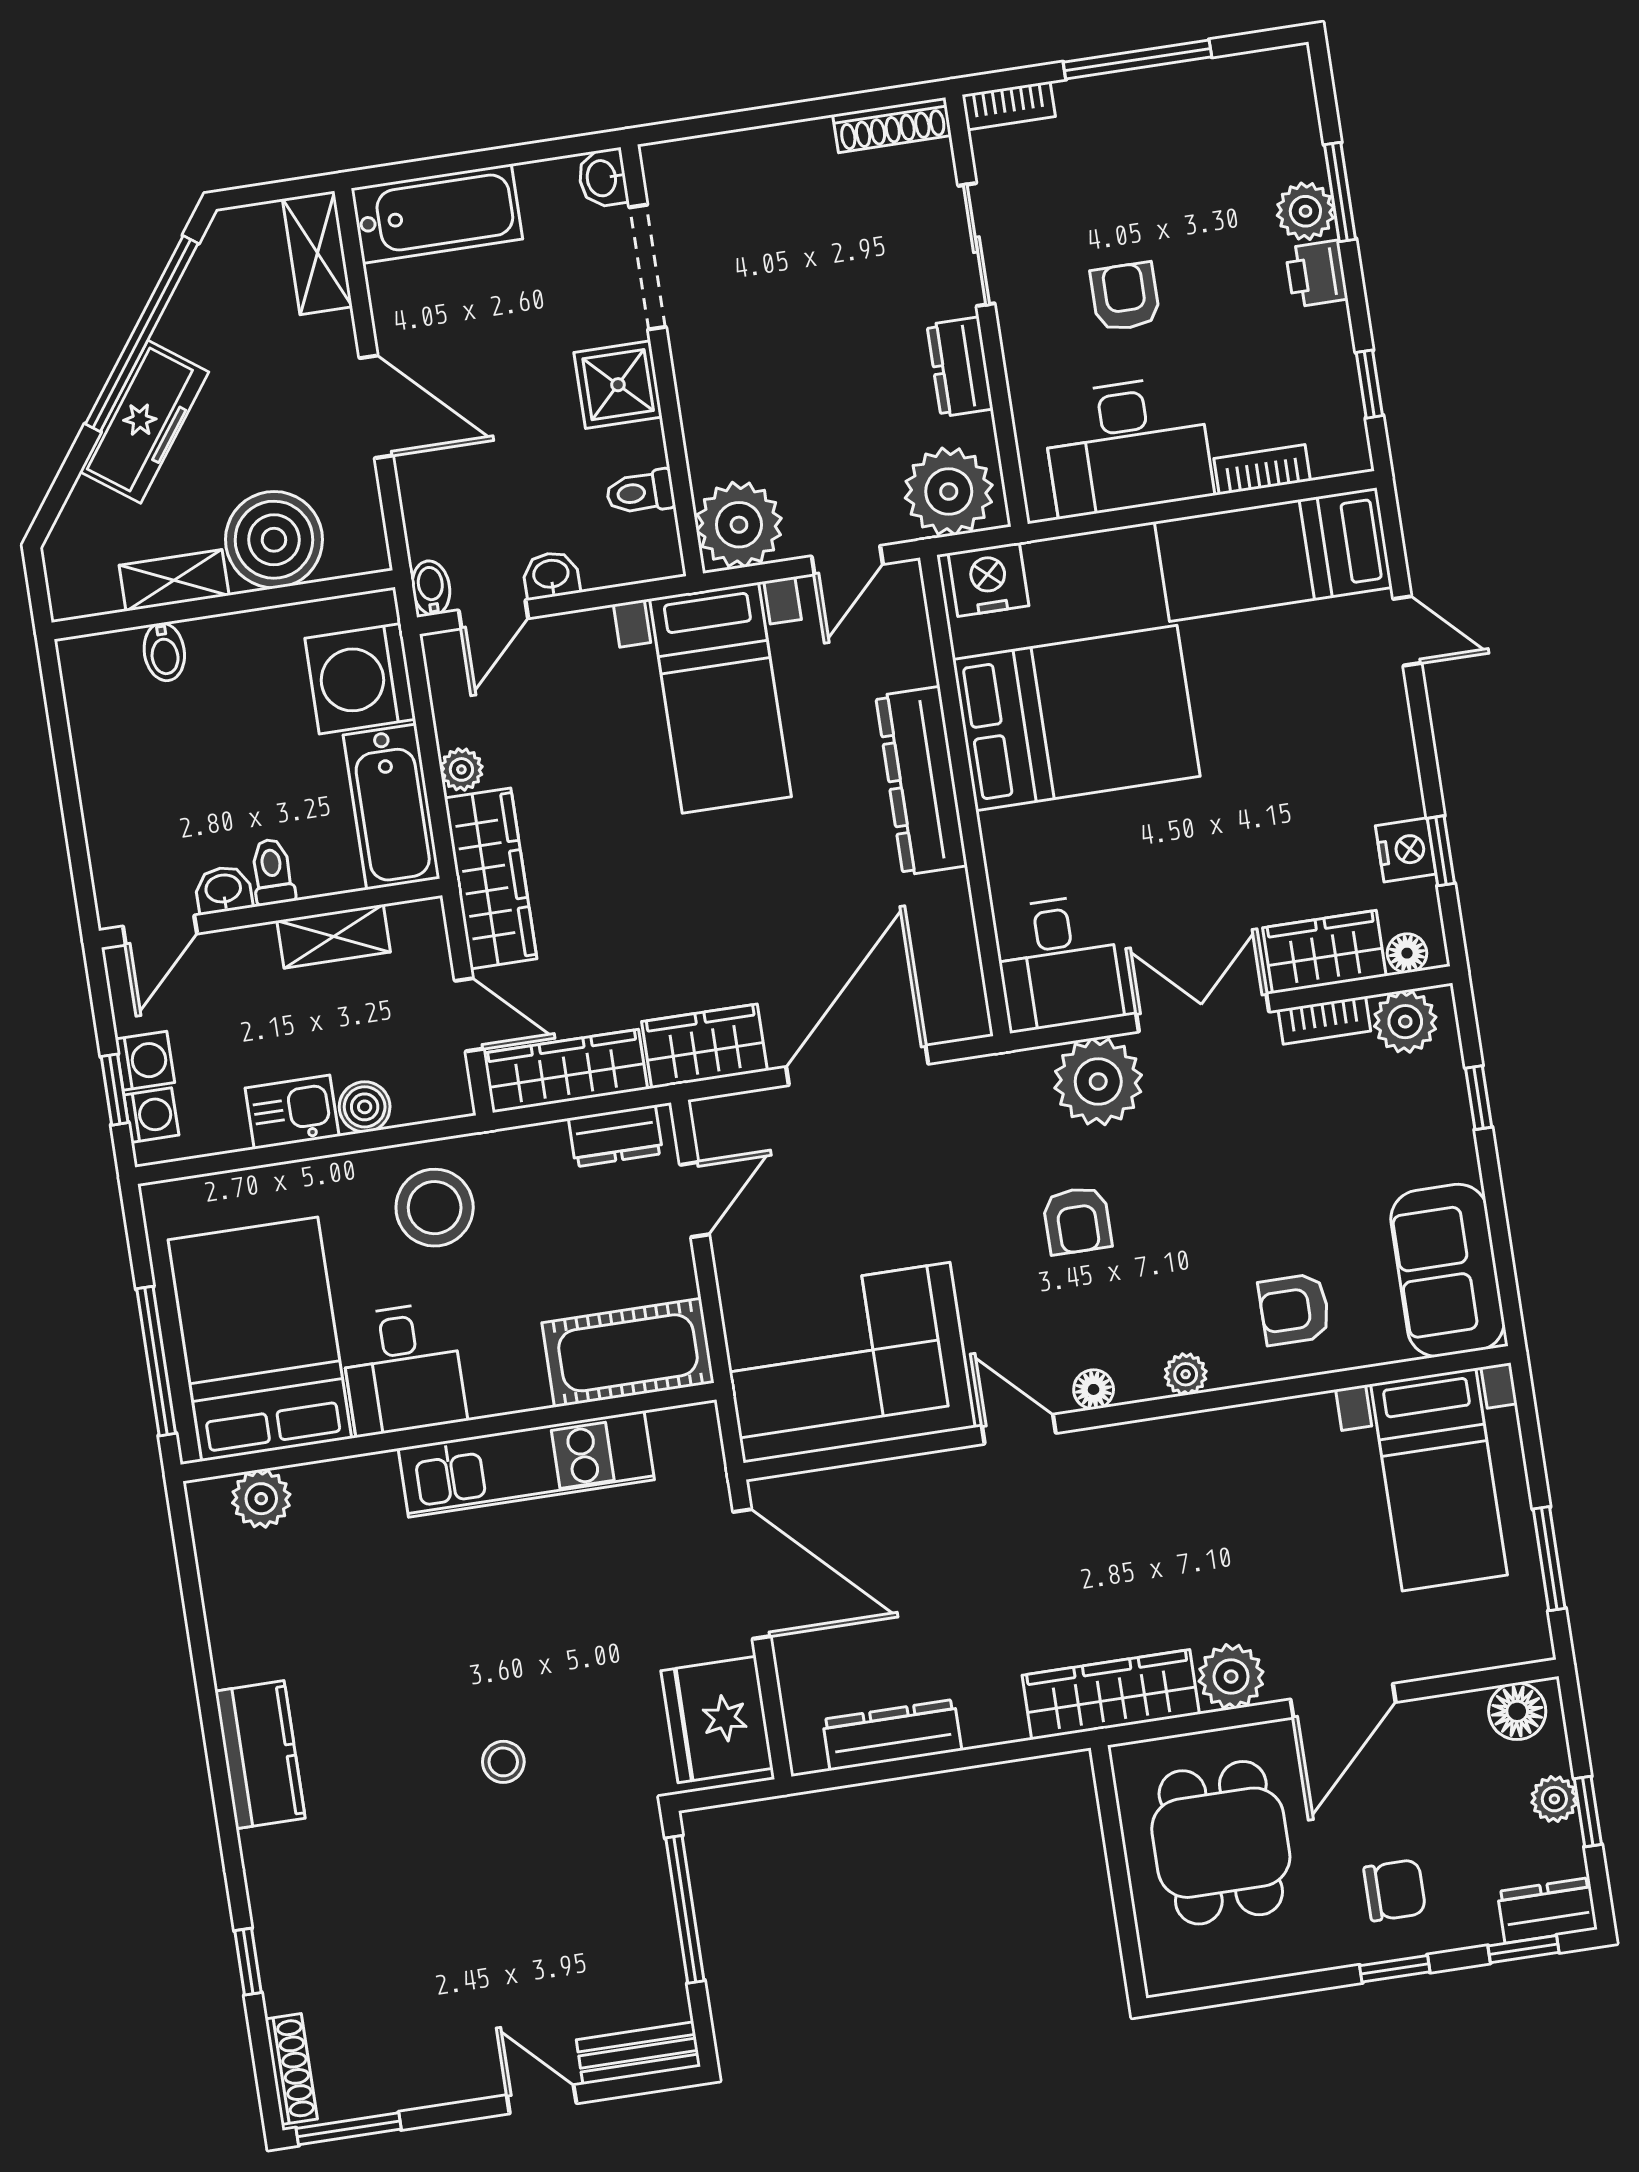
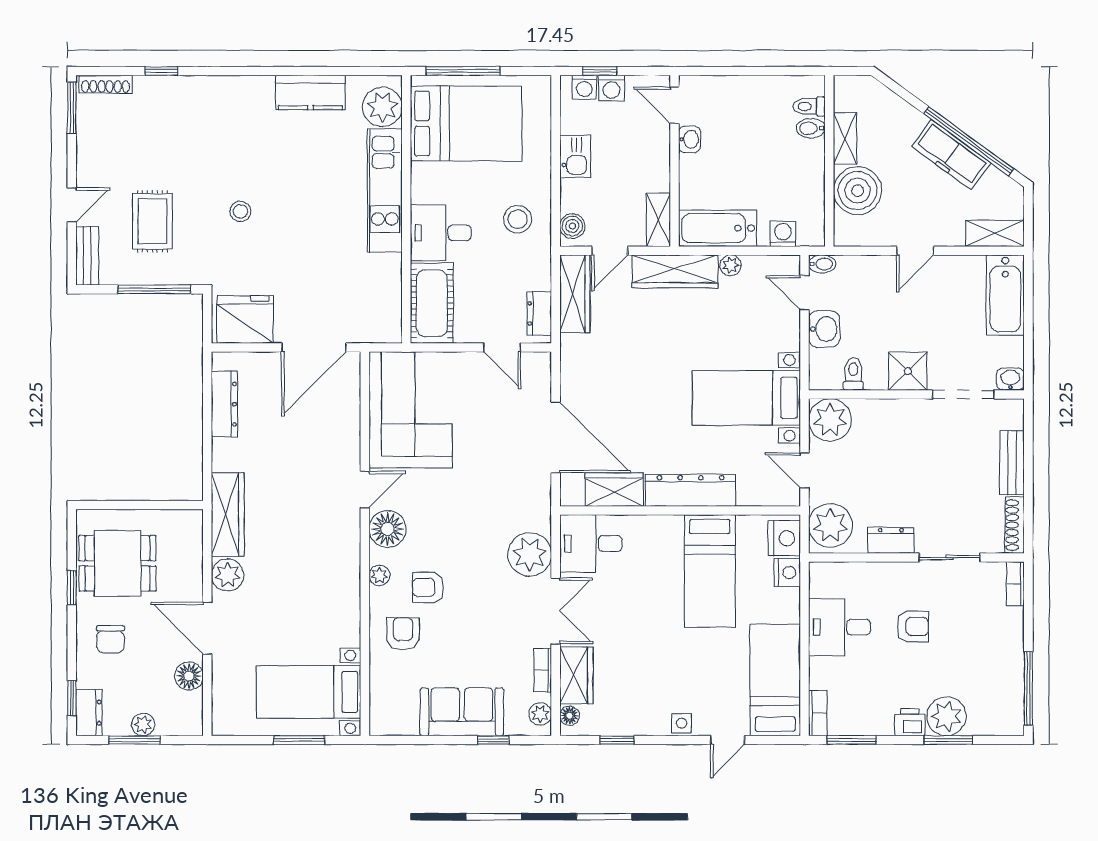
window: (1137, 60) -> (1028, 688), moved
bench: (768, 149) -> (1012, 463), added
plant: (1305, 211) -> (946, 716), width x1.36, depth x1.36
window: (1369, 384) -> (852, 740), width x1.50
door: (376, 407) -> (915, 251), width x0.73
freezer: (144, 422) -> (951, 155), moved
desk: (1127, 446) -> (839, 627), width x0.73
bookcase: (1262, 470) -> (818, 713), moved
washbasin: (551, 575) -> (824, 329), width x1.38, depth x1.45
washing machine: (360, 679) -> (783, 234), width x0.53, depth x0.53
bed: (1076, 718) -> (710, 571), width x0.67
side table: (1388, 728) -> (682, 723), added
nightstand: (1406, 850) -> (787, 573), moved, turned -90
toilet: (272, 872) -> (809, 106), moved, turned 180
shelving: (334, 936) -> (658, 220), moved
plant: (1405, 1022) -> (540, 714), width x0.73, depth x0.73
wardrobe: (704, 1046) -> (614, 490), moved, turned -90
boiler: (365, 1107) -> (572, 226), moved
stool: (435, 1208) -> (518, 219), width x0.73, depth x0.73
armchair: (1077, 1220) -> (428, 587), moved
sofa: (1448, 1270) -> (462, 712), moved
desk: (403, 1369) -> (441, 233), moved
floor lamp: (1094, 1389) -> (388, 529), width x1.89, depth x1.89
kitchen unit: (526, 1464) -> (385, 191), moved
plant: (261, 1499) -> (382, 107), width x1.36, depth x1.36
window: (1549, 1559) -> (299, 740), moved
floor lamp: (1517, 1711) -> (189, 676), moved
kitchen counter: (260, 1755) -> (310, 92), moved
window: (1588, 1811) -> (135, 740), width x1.50
dining table: (1221, 1843) -> (118, 563), moved
rug: (550, 1934) -> (152, 221), added
window: (1395, 1969) -> (72, 588), moved

